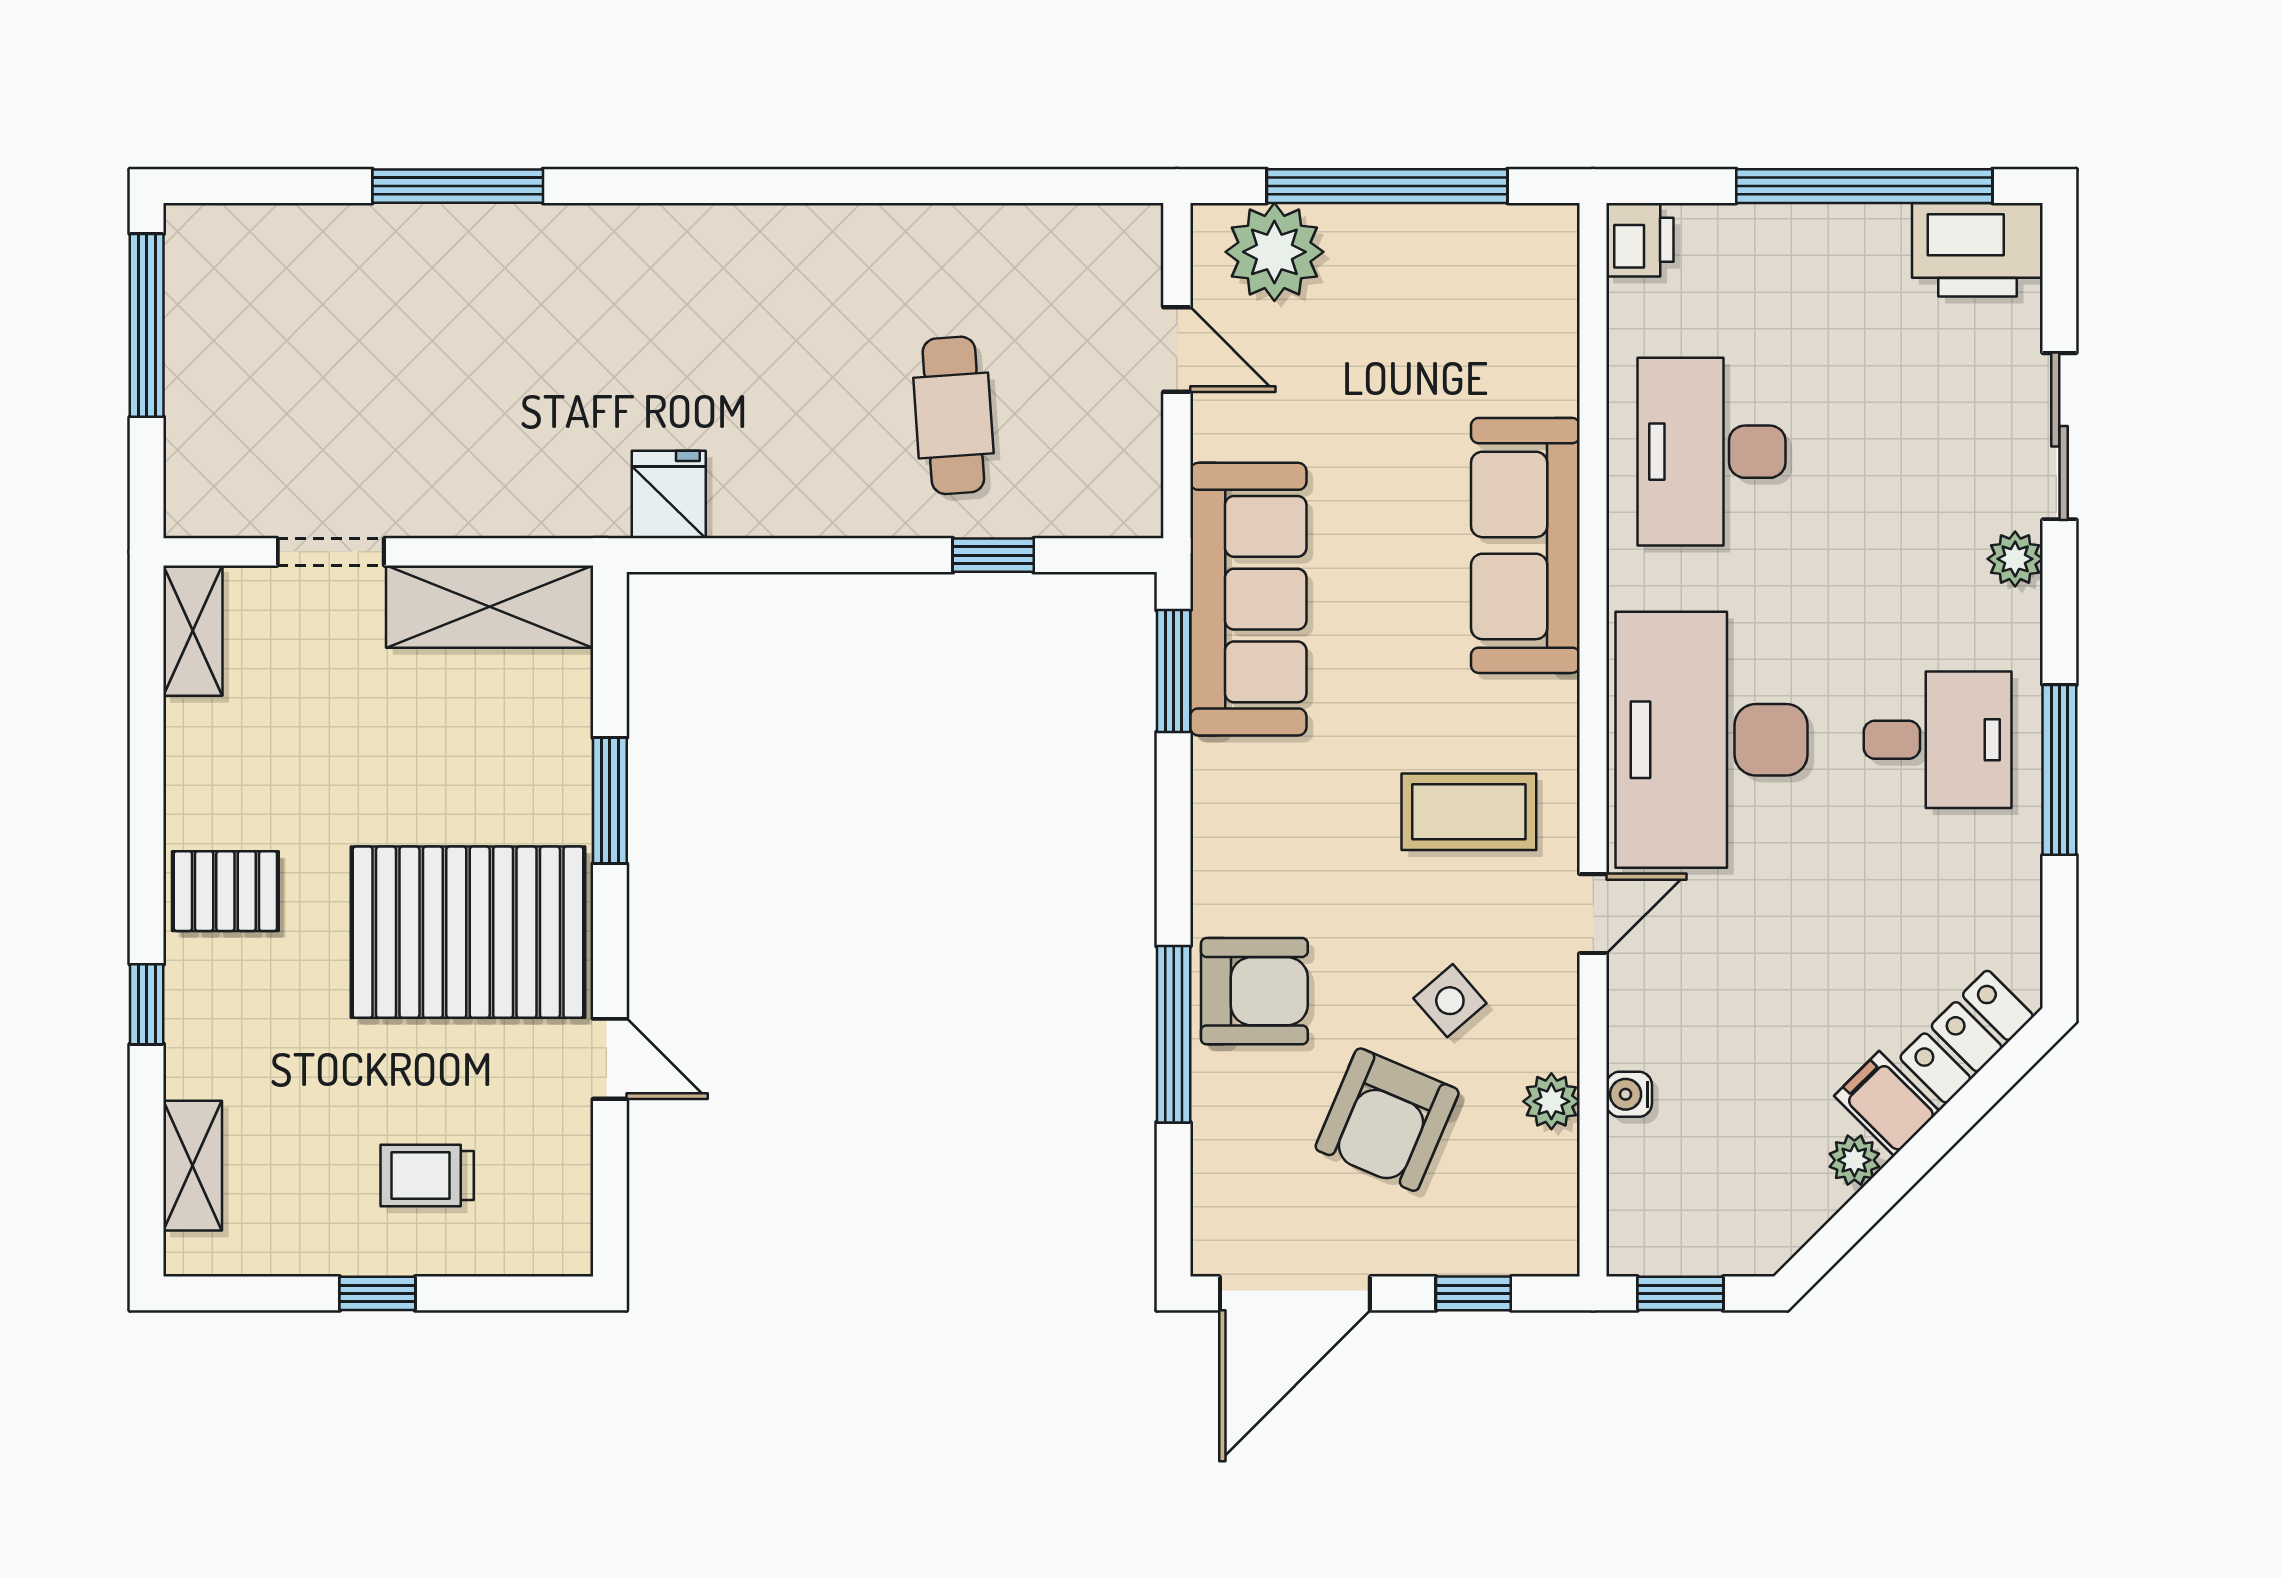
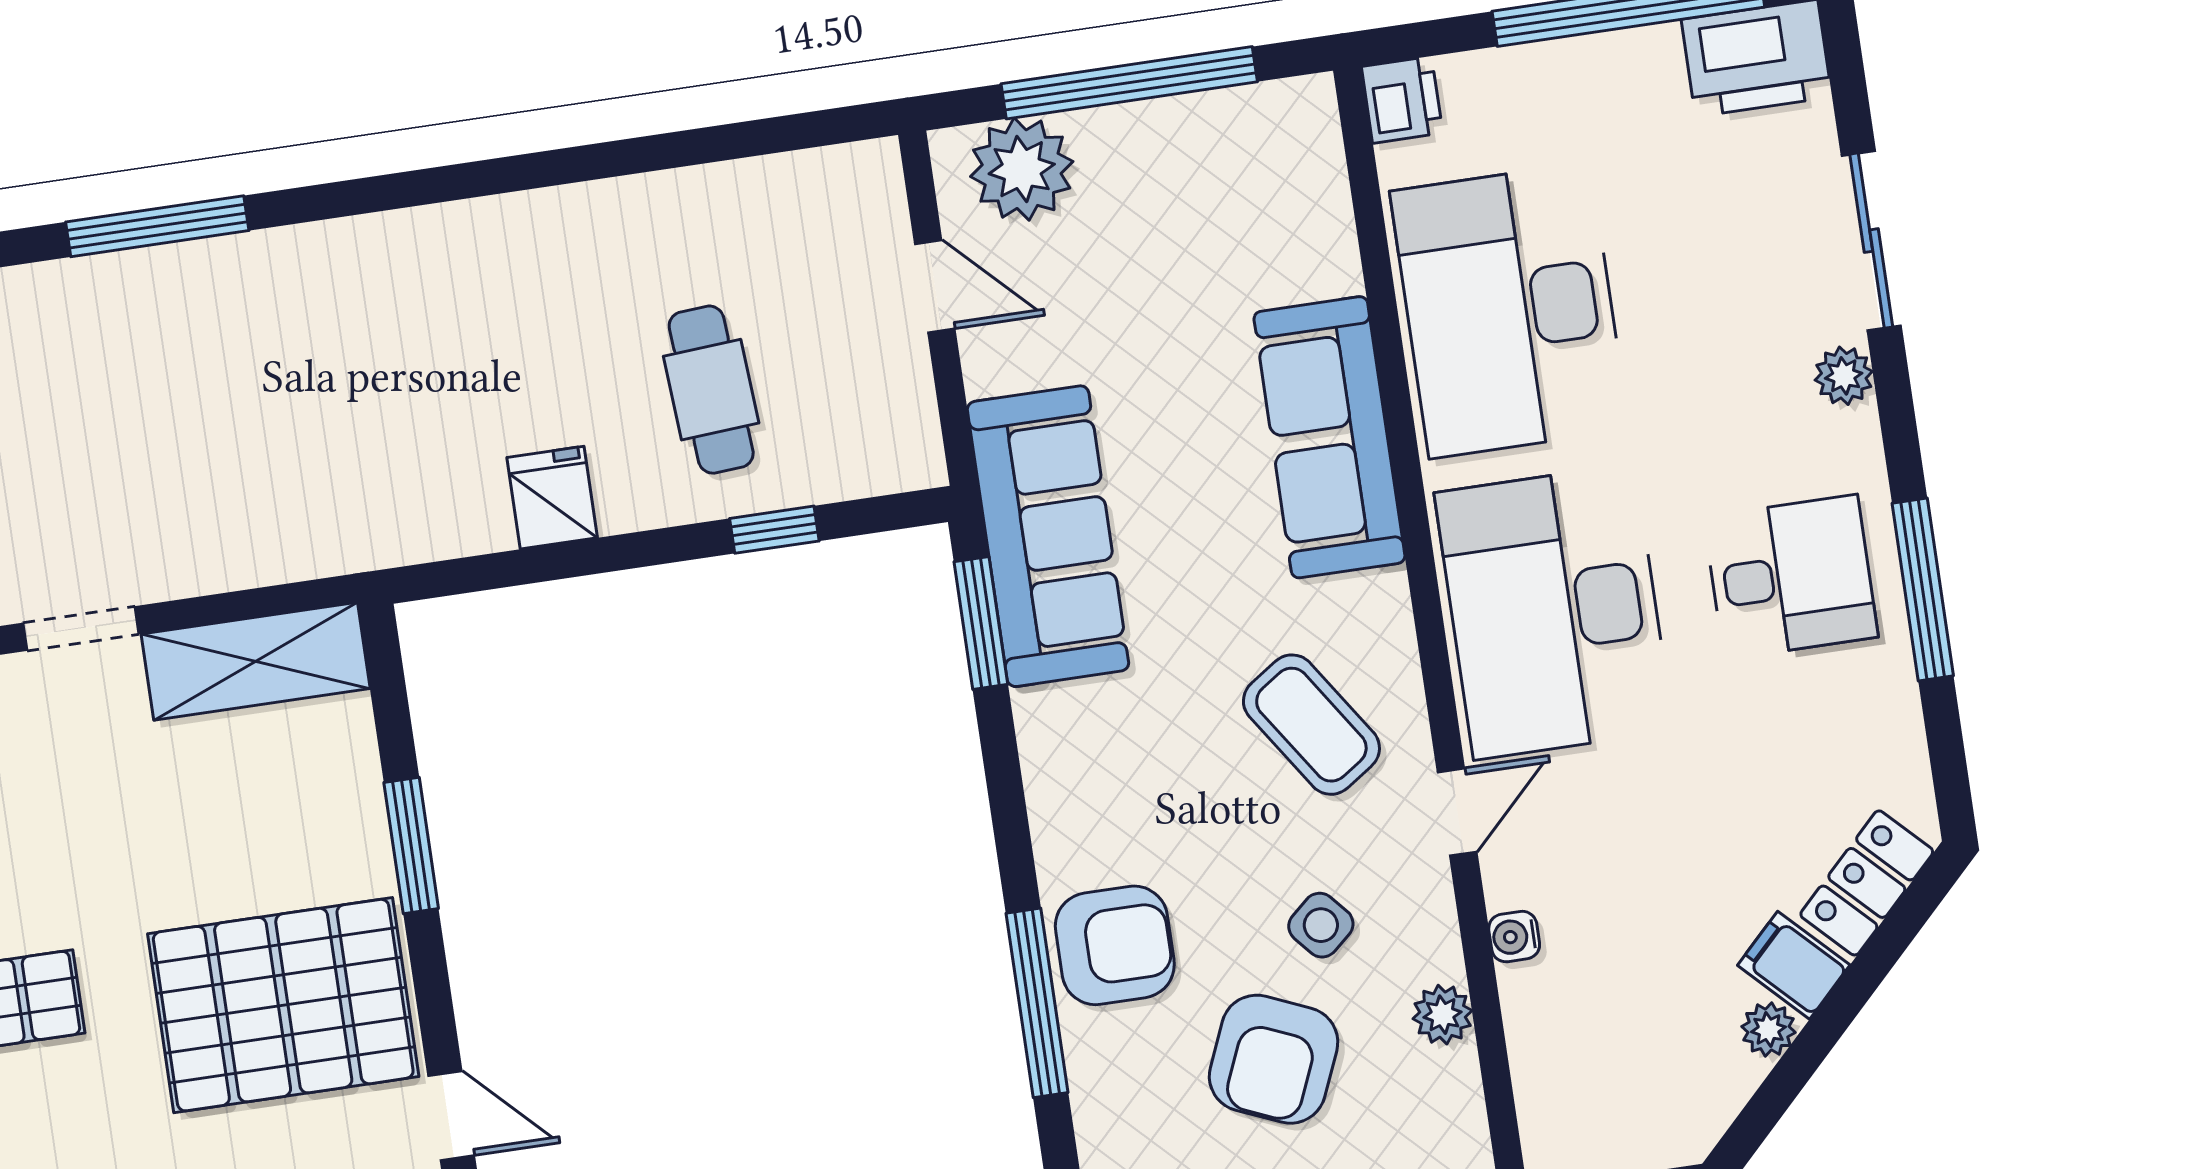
desk: (1712, 452) -> (1510, 310), width x1.36, depth x1.30
fridge: (669, 495) -> (552, 498), moved
coffee table: (1469, 812) -> (1311, 725), turned 56
water cooler: (1629, 1094) -> (1514, 937), moved

